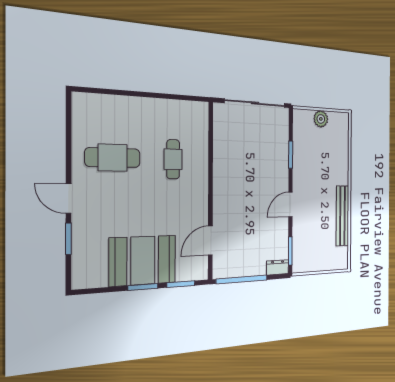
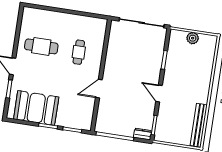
door: (290, 204) -> (159, 94), hinge flipped
bench: (342, 216) -> (199, 125), moved
door: (210, 240) -> (99, 89), moved
booth: (143, 261) -> (36, 108), moved

